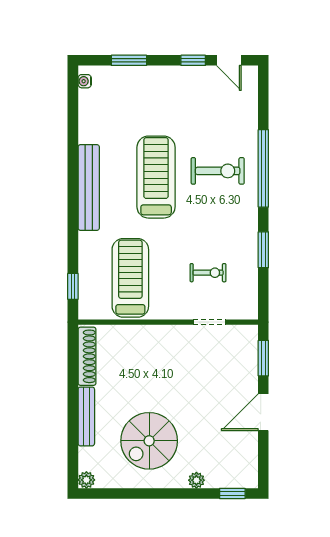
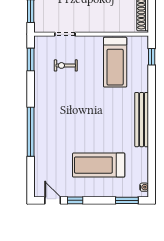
window: (129, 60) -> (127, 200), moved
exercise bike: (218, 171) -> (60, 130), removed
treadmill: (156, 177) -> (99, 165), moved, turned 90
window: (263, 250) -> (31, 59), moved

